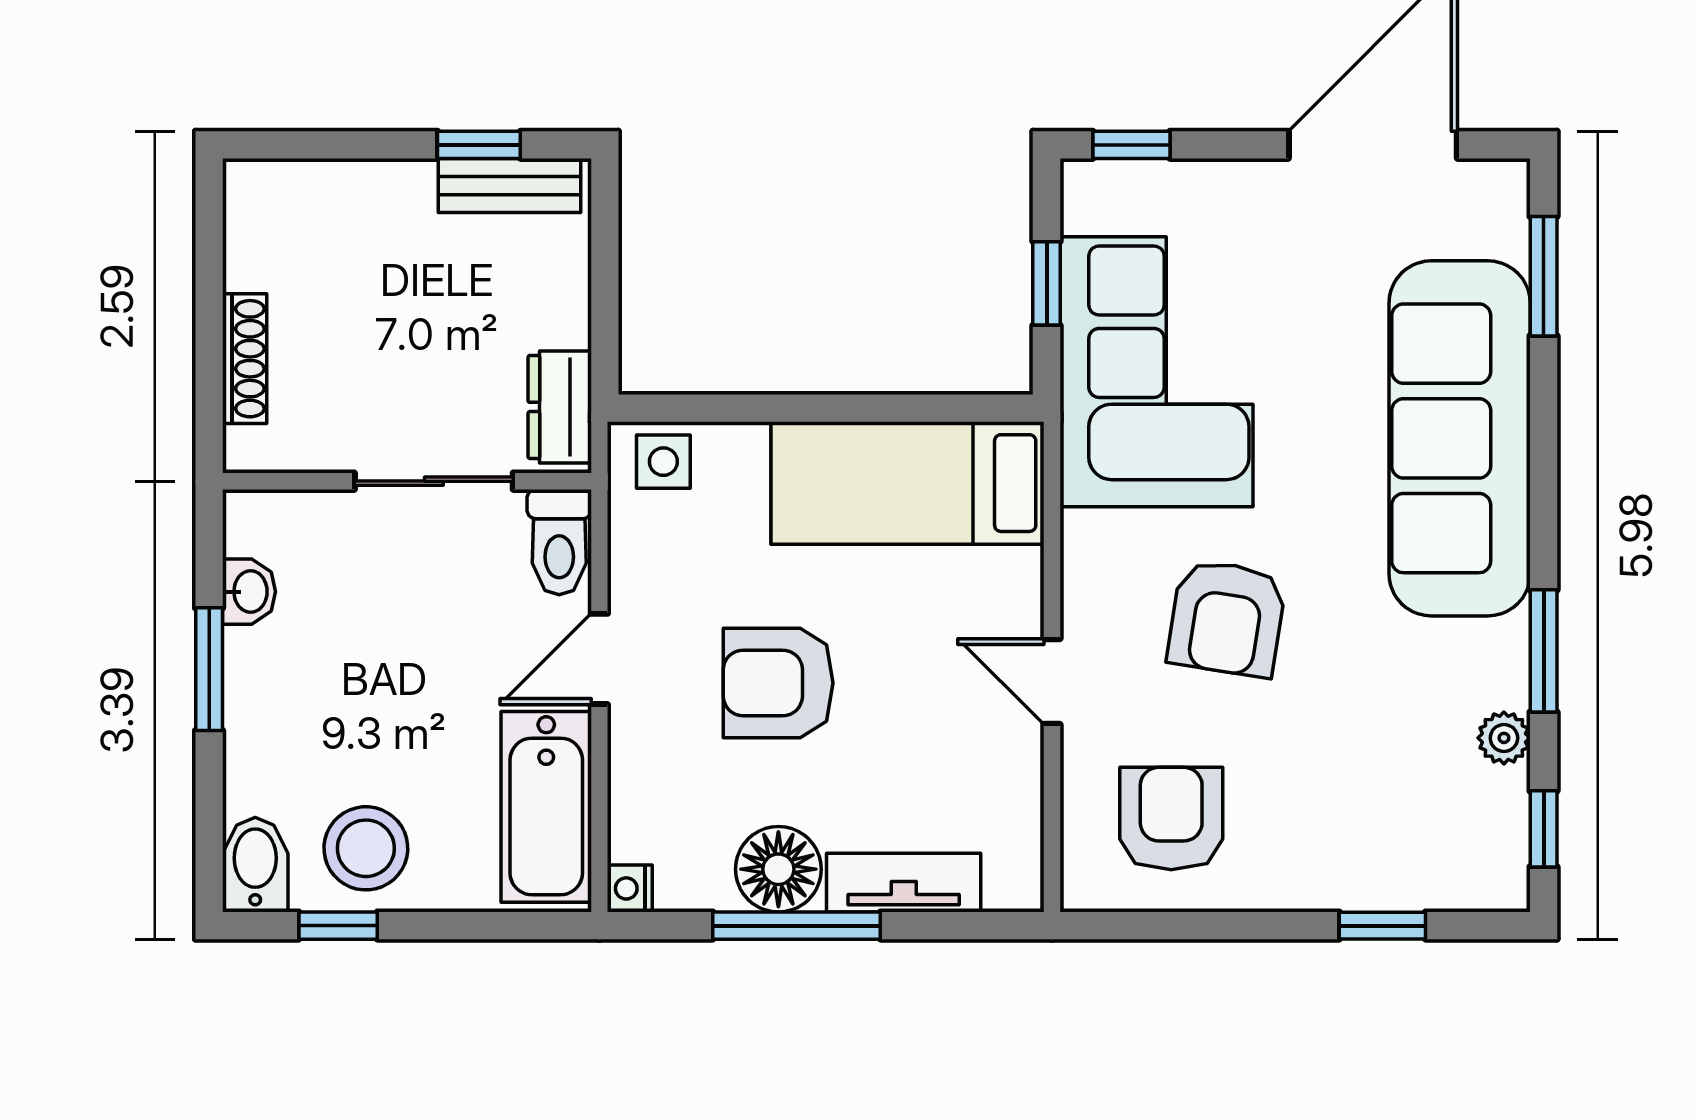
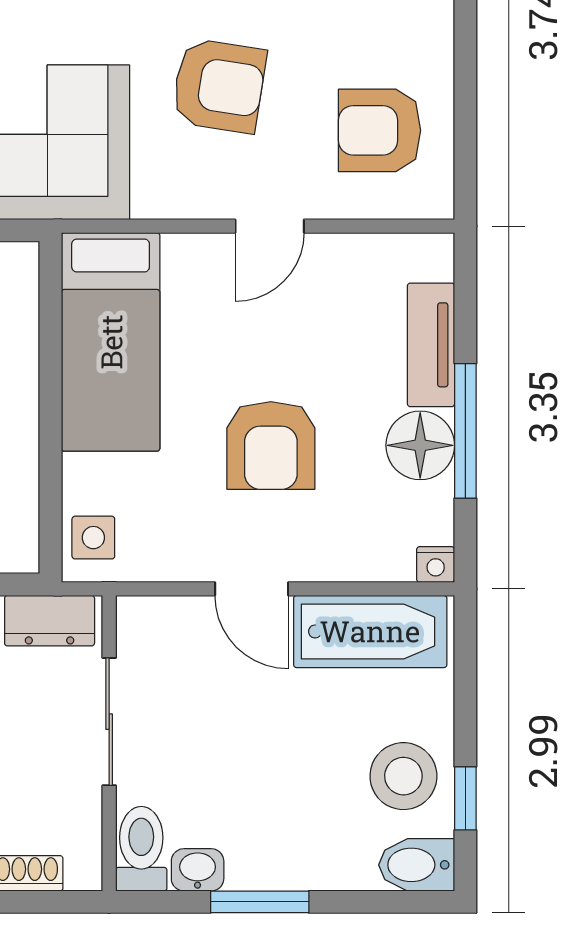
toilet: (559, 542) -> (141, 849), moved, turned -90

